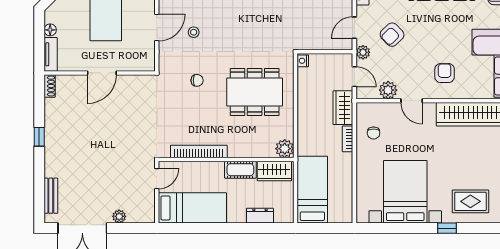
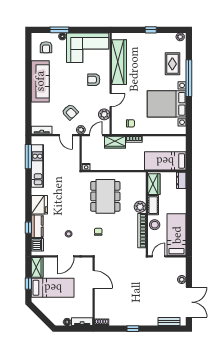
door: (157, 28) -> (66, 256), swing flipped
door: (102, 73) -> (94, 280), moved
plant: (285, 149) -> (140, 207), moved
stool: (208, 172) -> (155, 225), added
door: (157, 179) -> (159, 256), hinge flipped
dresser: (260, 216) -> (181, 180), moved
window: (447, 228) -> (189, 78), width x3.17

